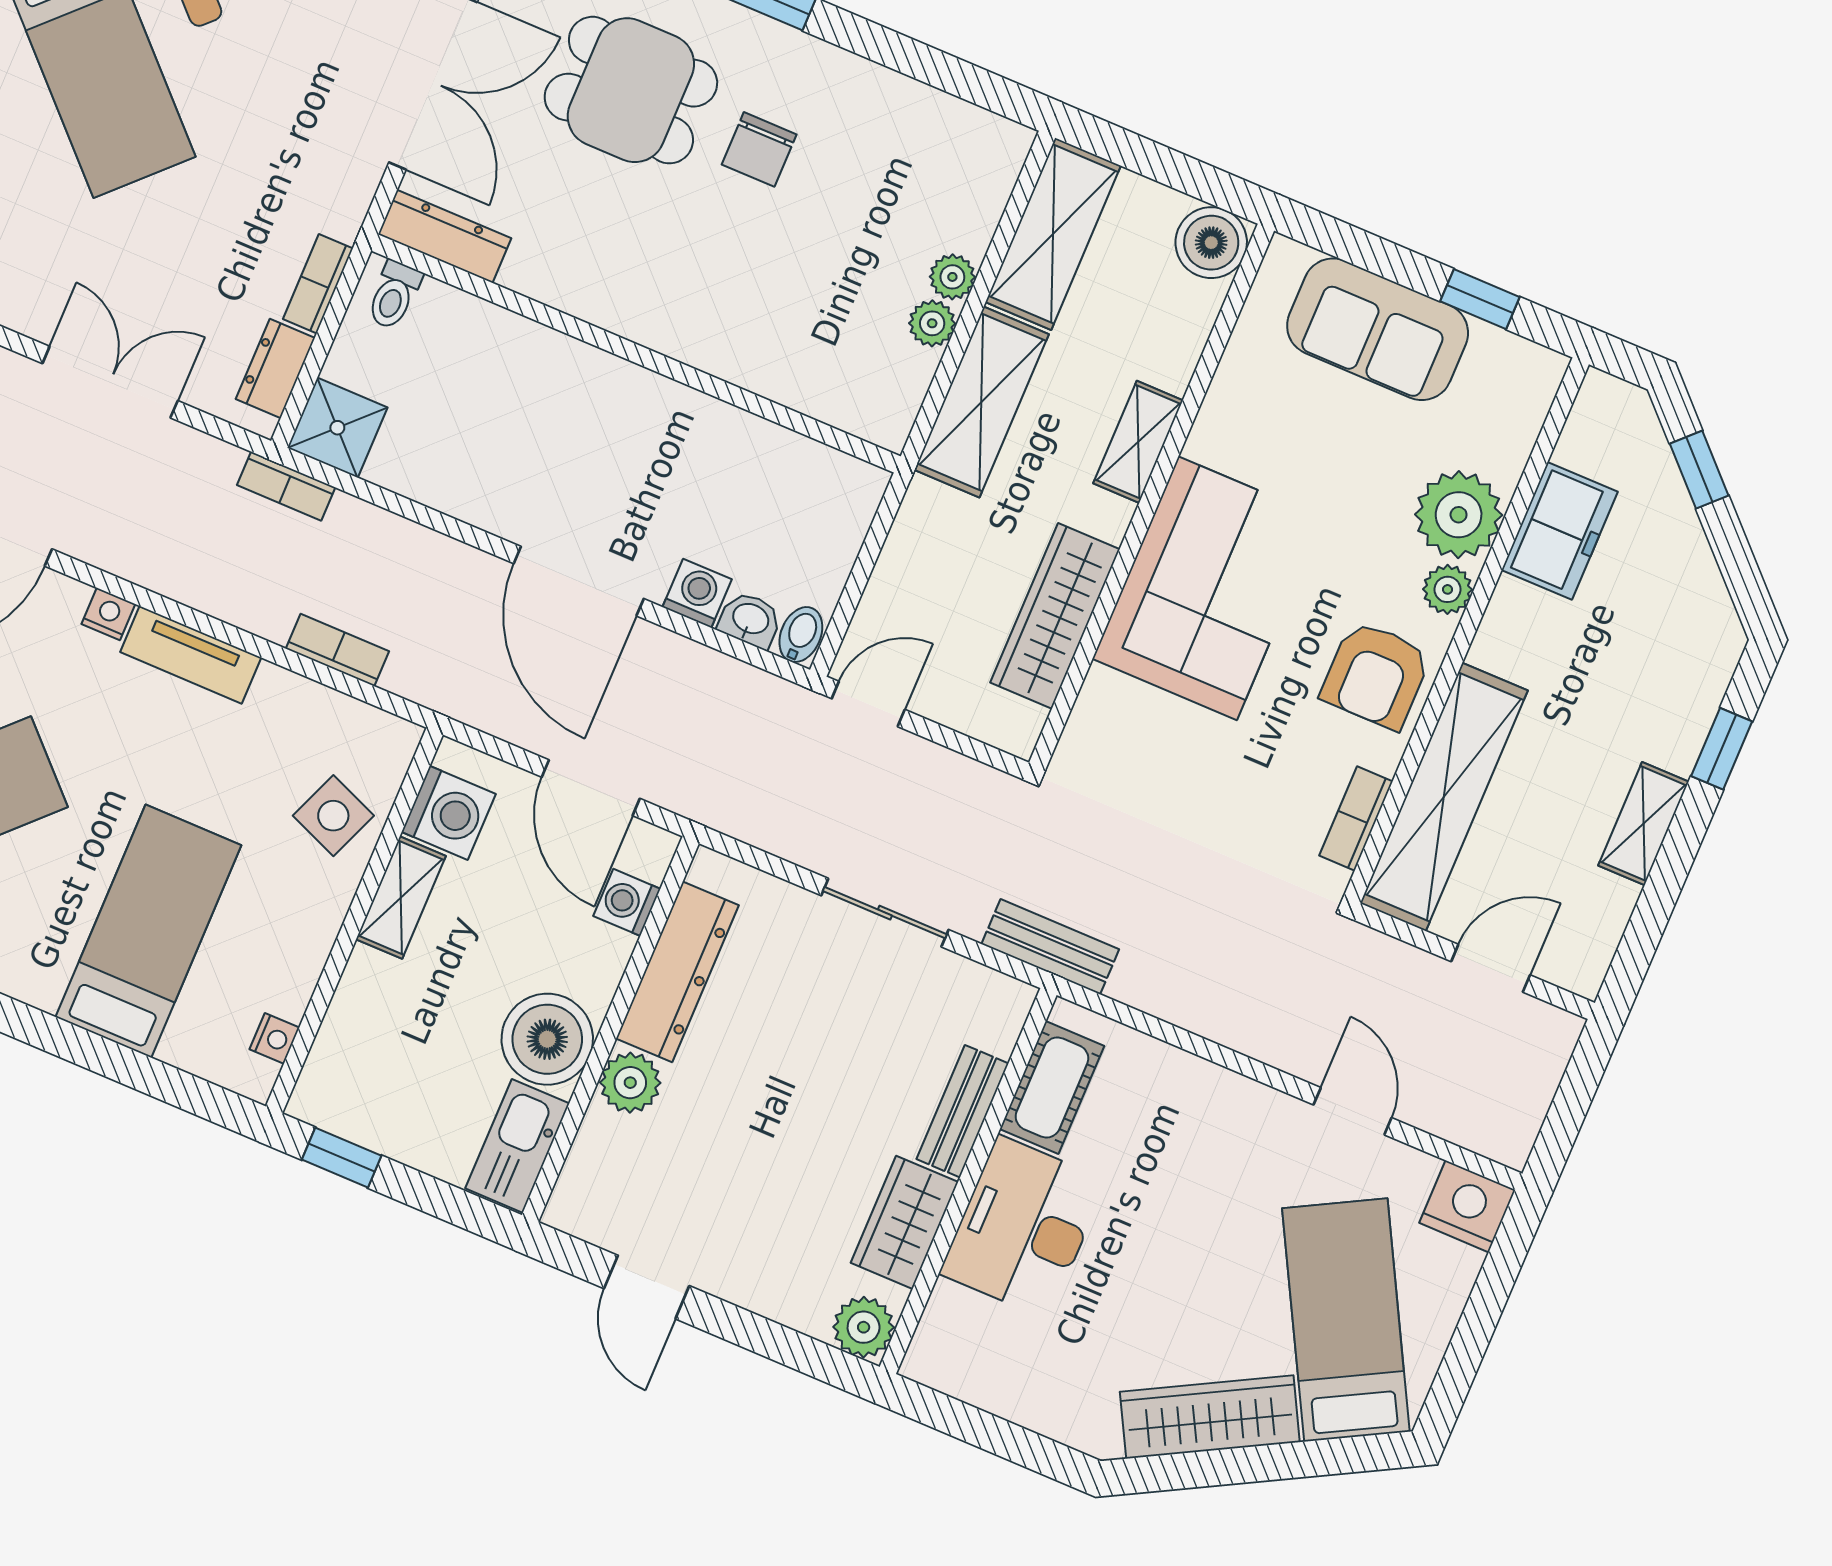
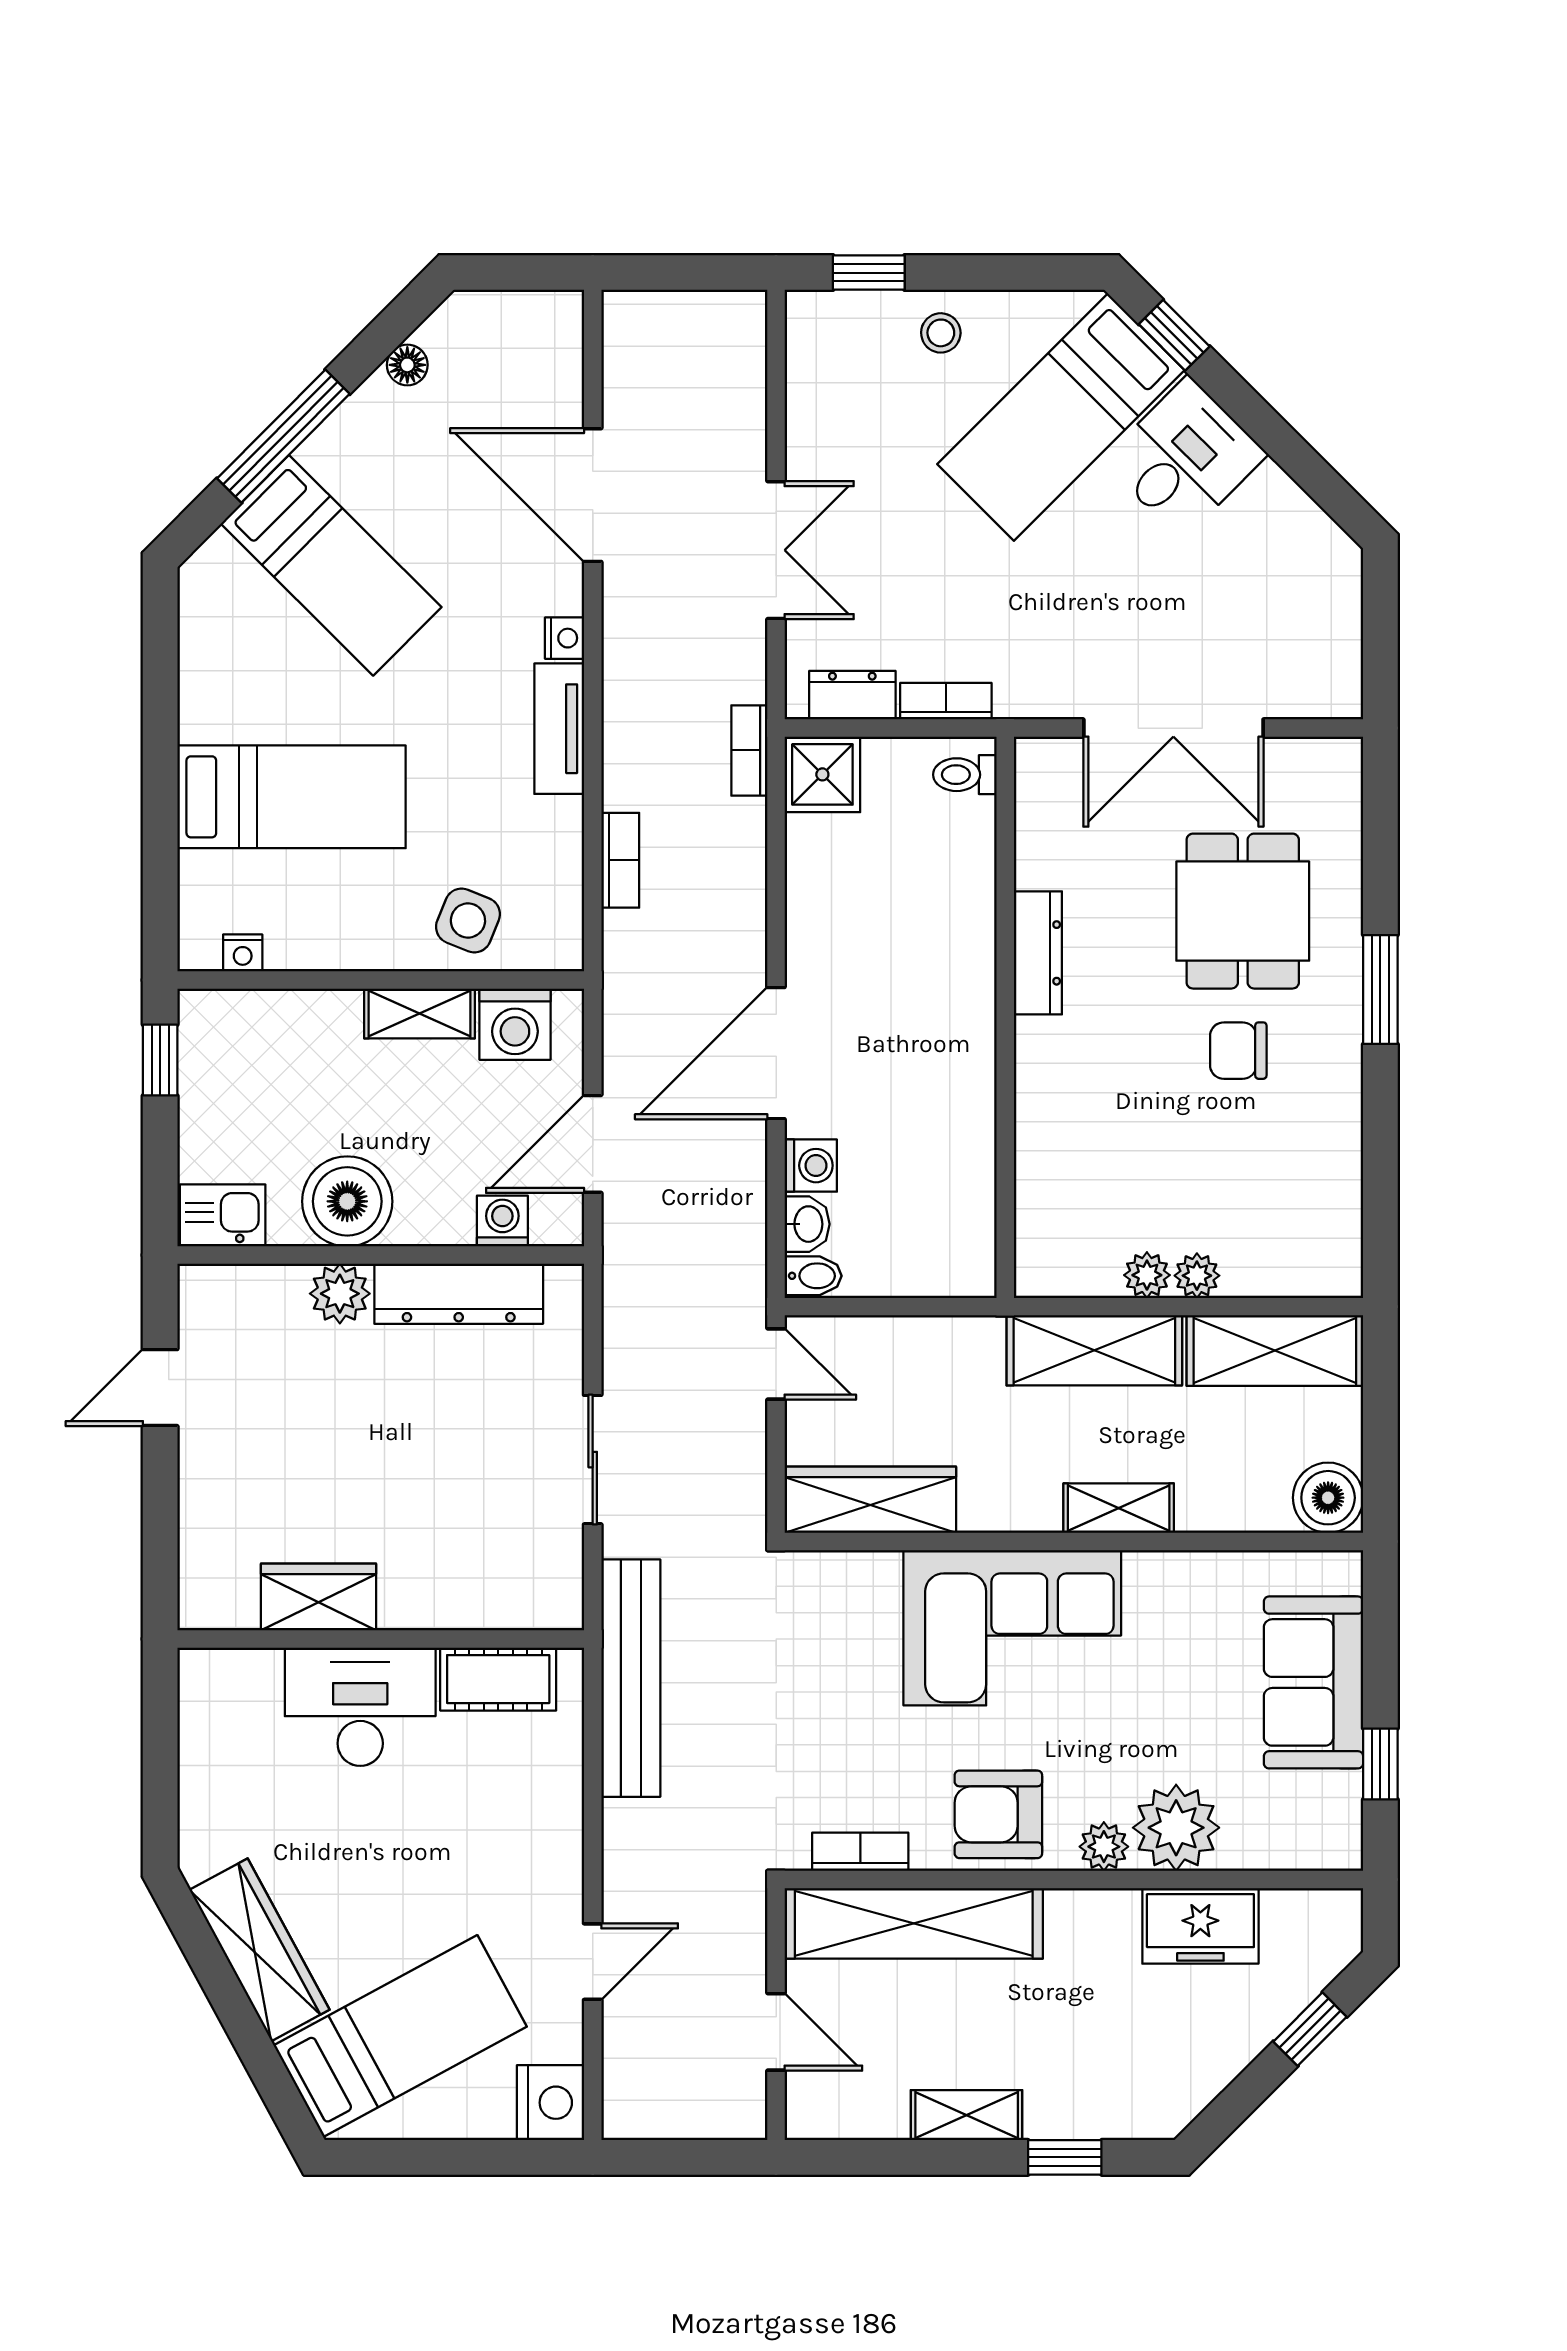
dresser: (445, 236) -> (1038, 953), moved
wardrobe: (1055, 616) -> (870, 1500), moved
bench: (1050, 947) -> (631, 1678), width x1.86, depth x1.21
bench: (963, 1111) -> (442, 1607), removed
kitchen sink: (517, 1146) -> (223, 1215), width x0.73
plant: (864, 1327) -> (207, 1600), removed

